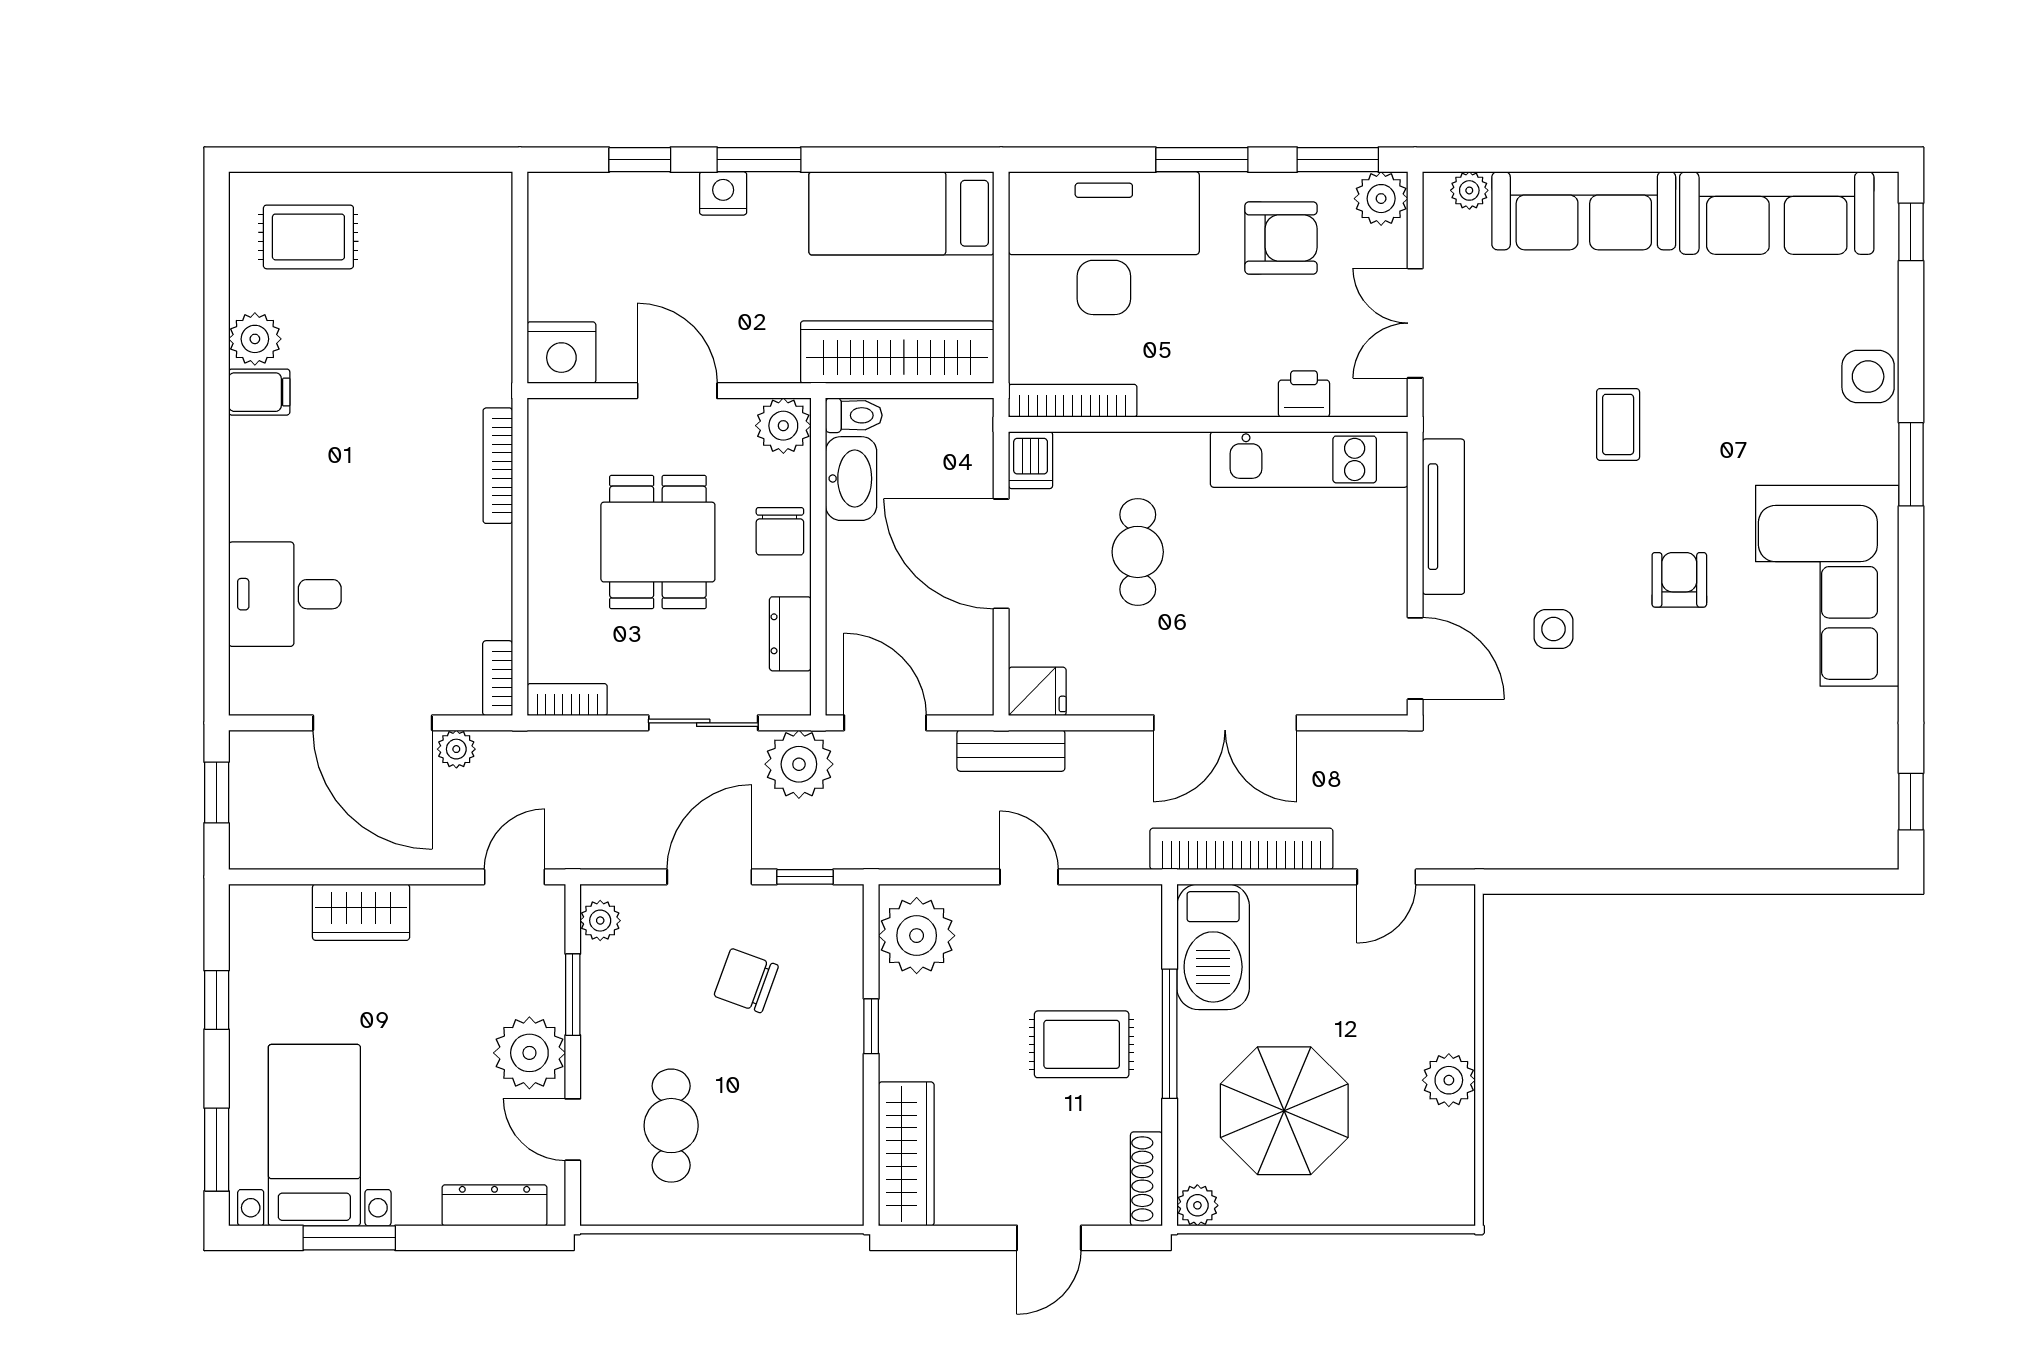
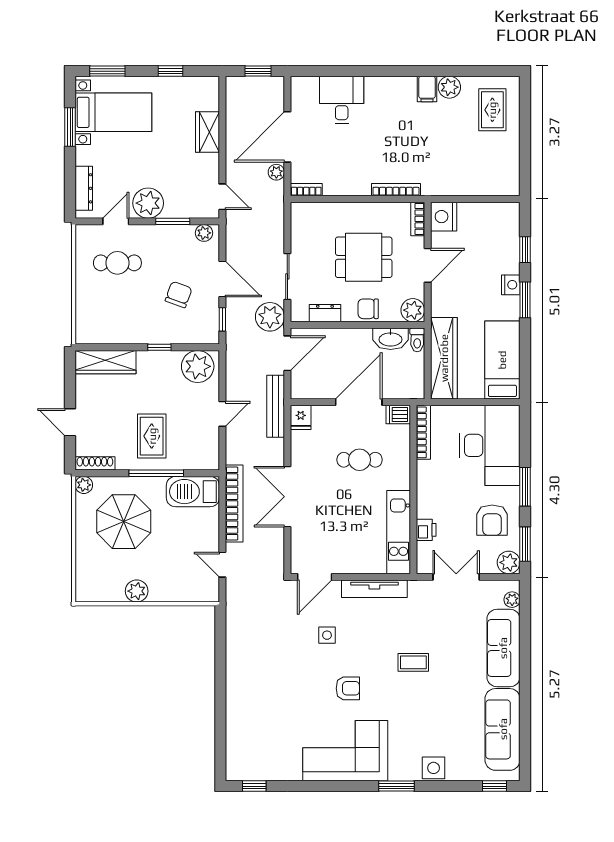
bookcase: (567, 700) -> (418, 219), moved, turned 180
bench: (1011, 751) -> (276, 406), width x1.36

